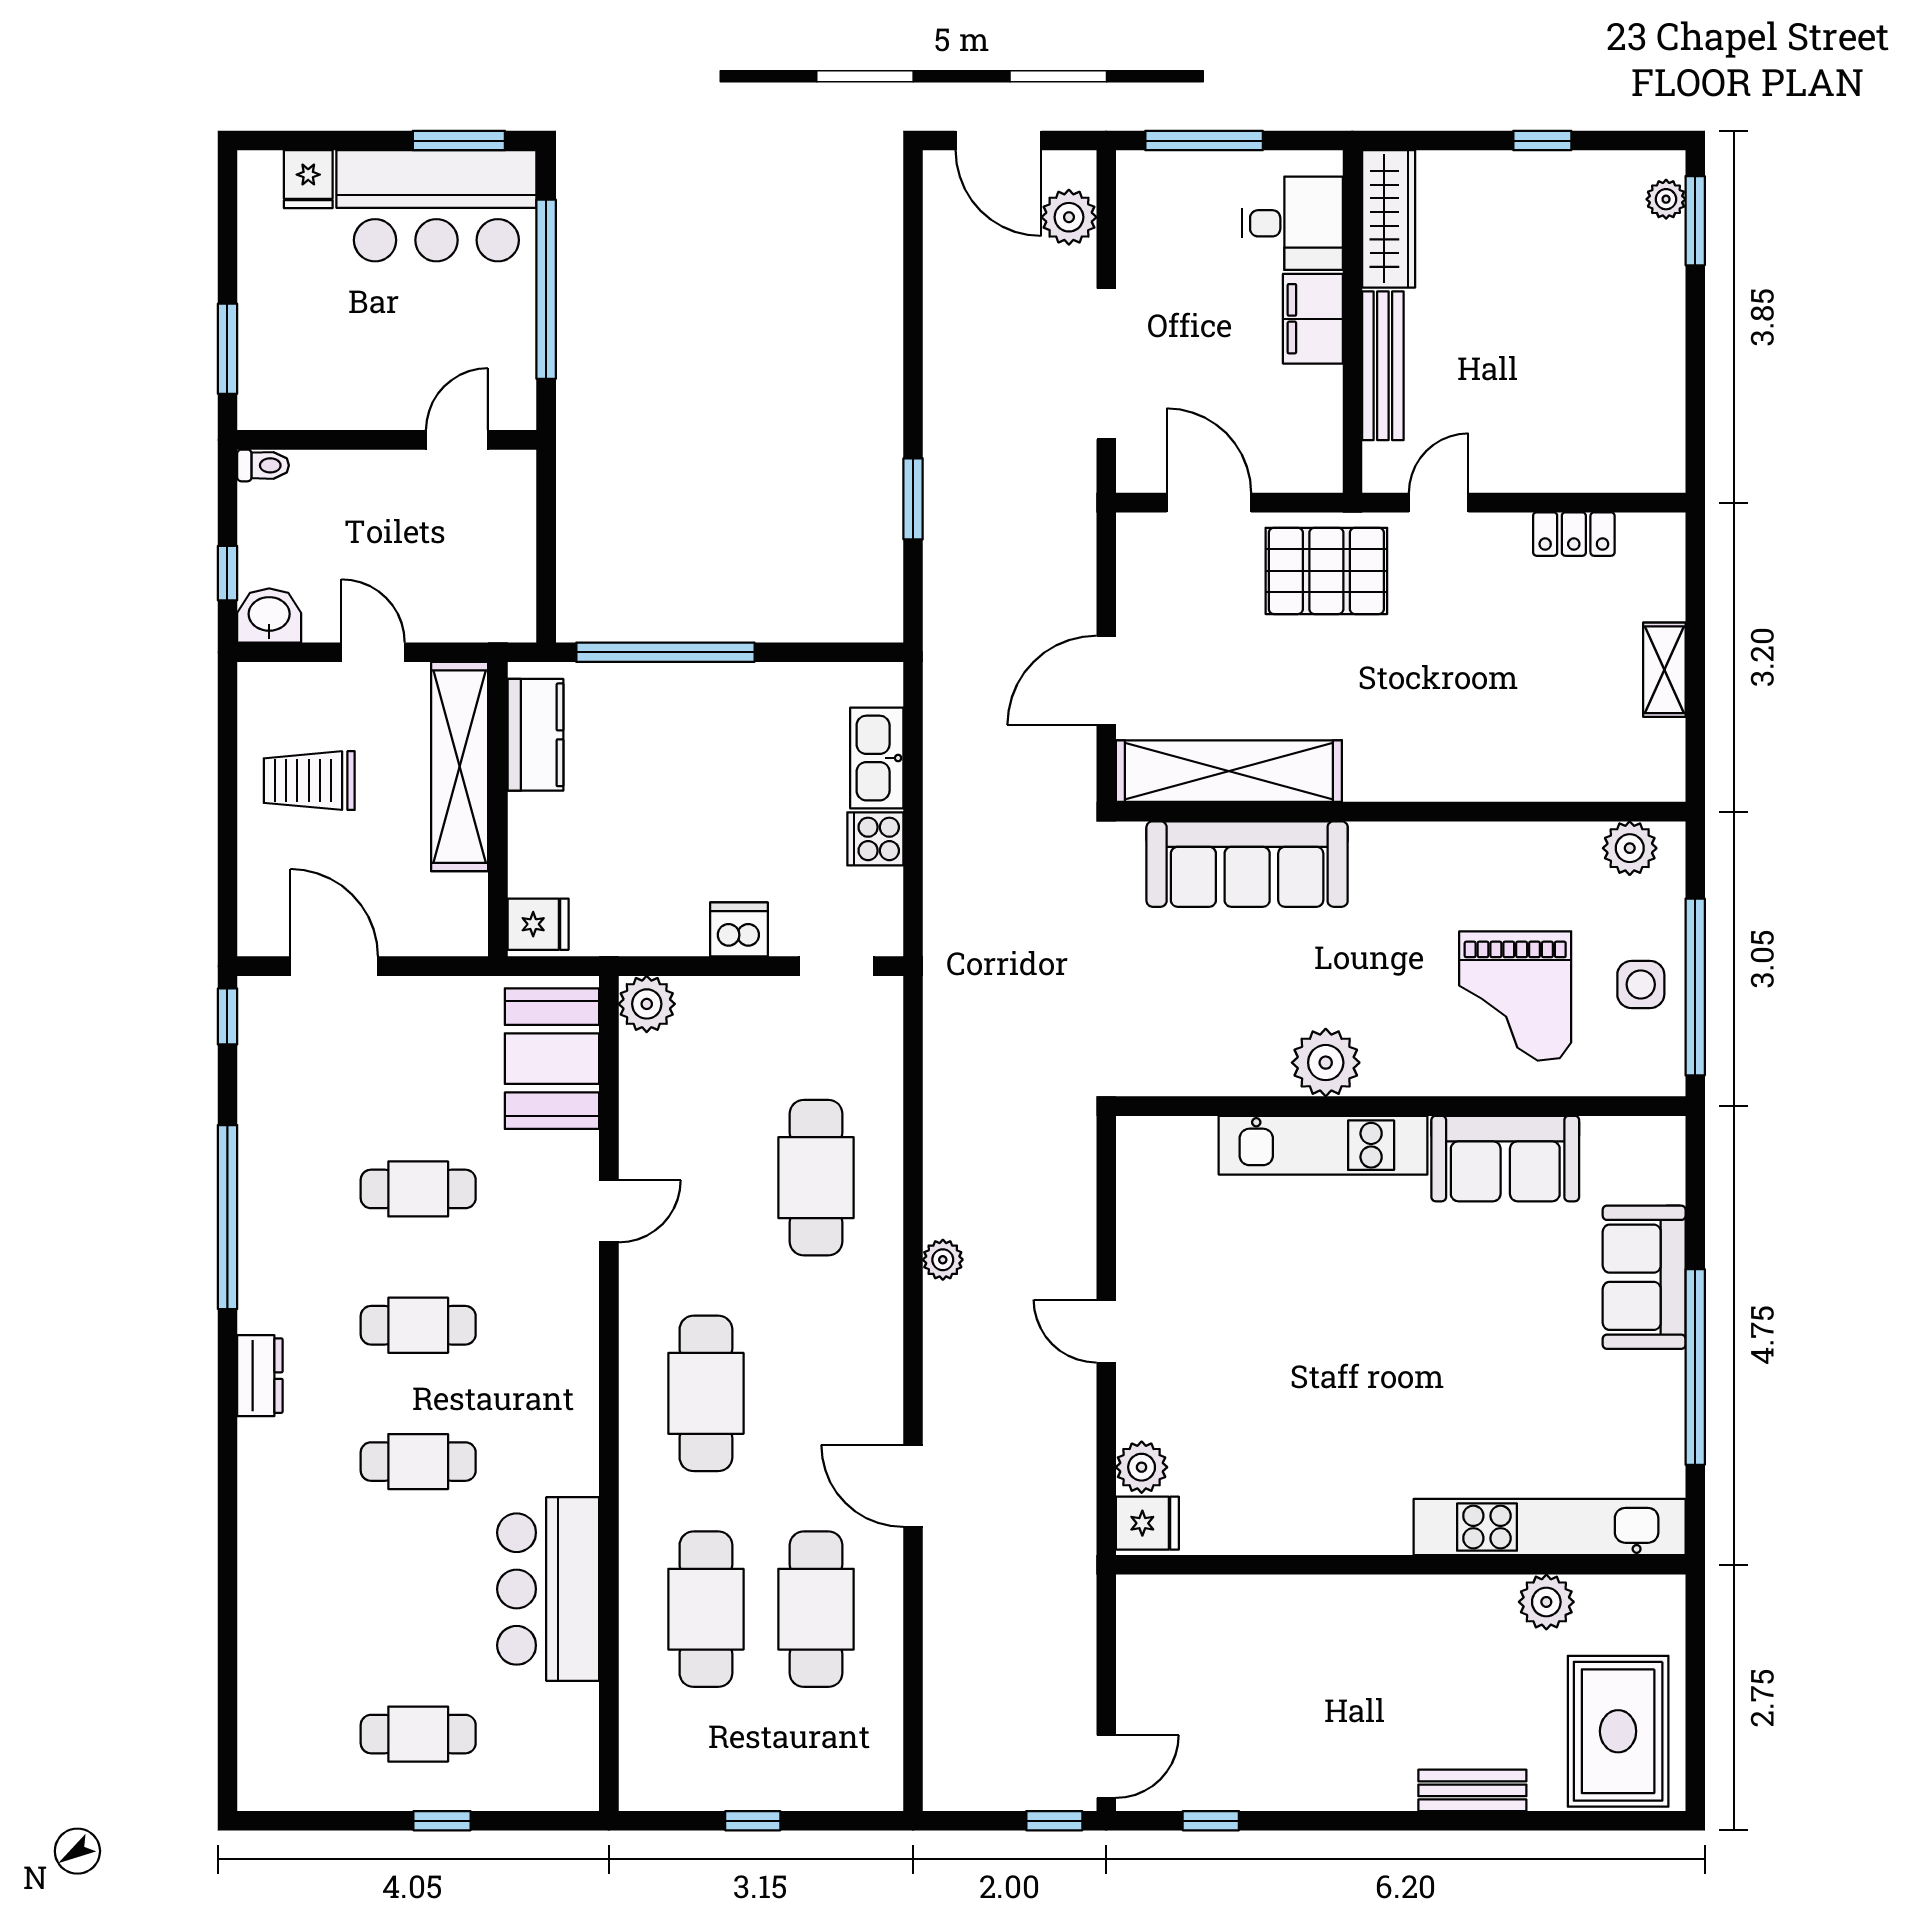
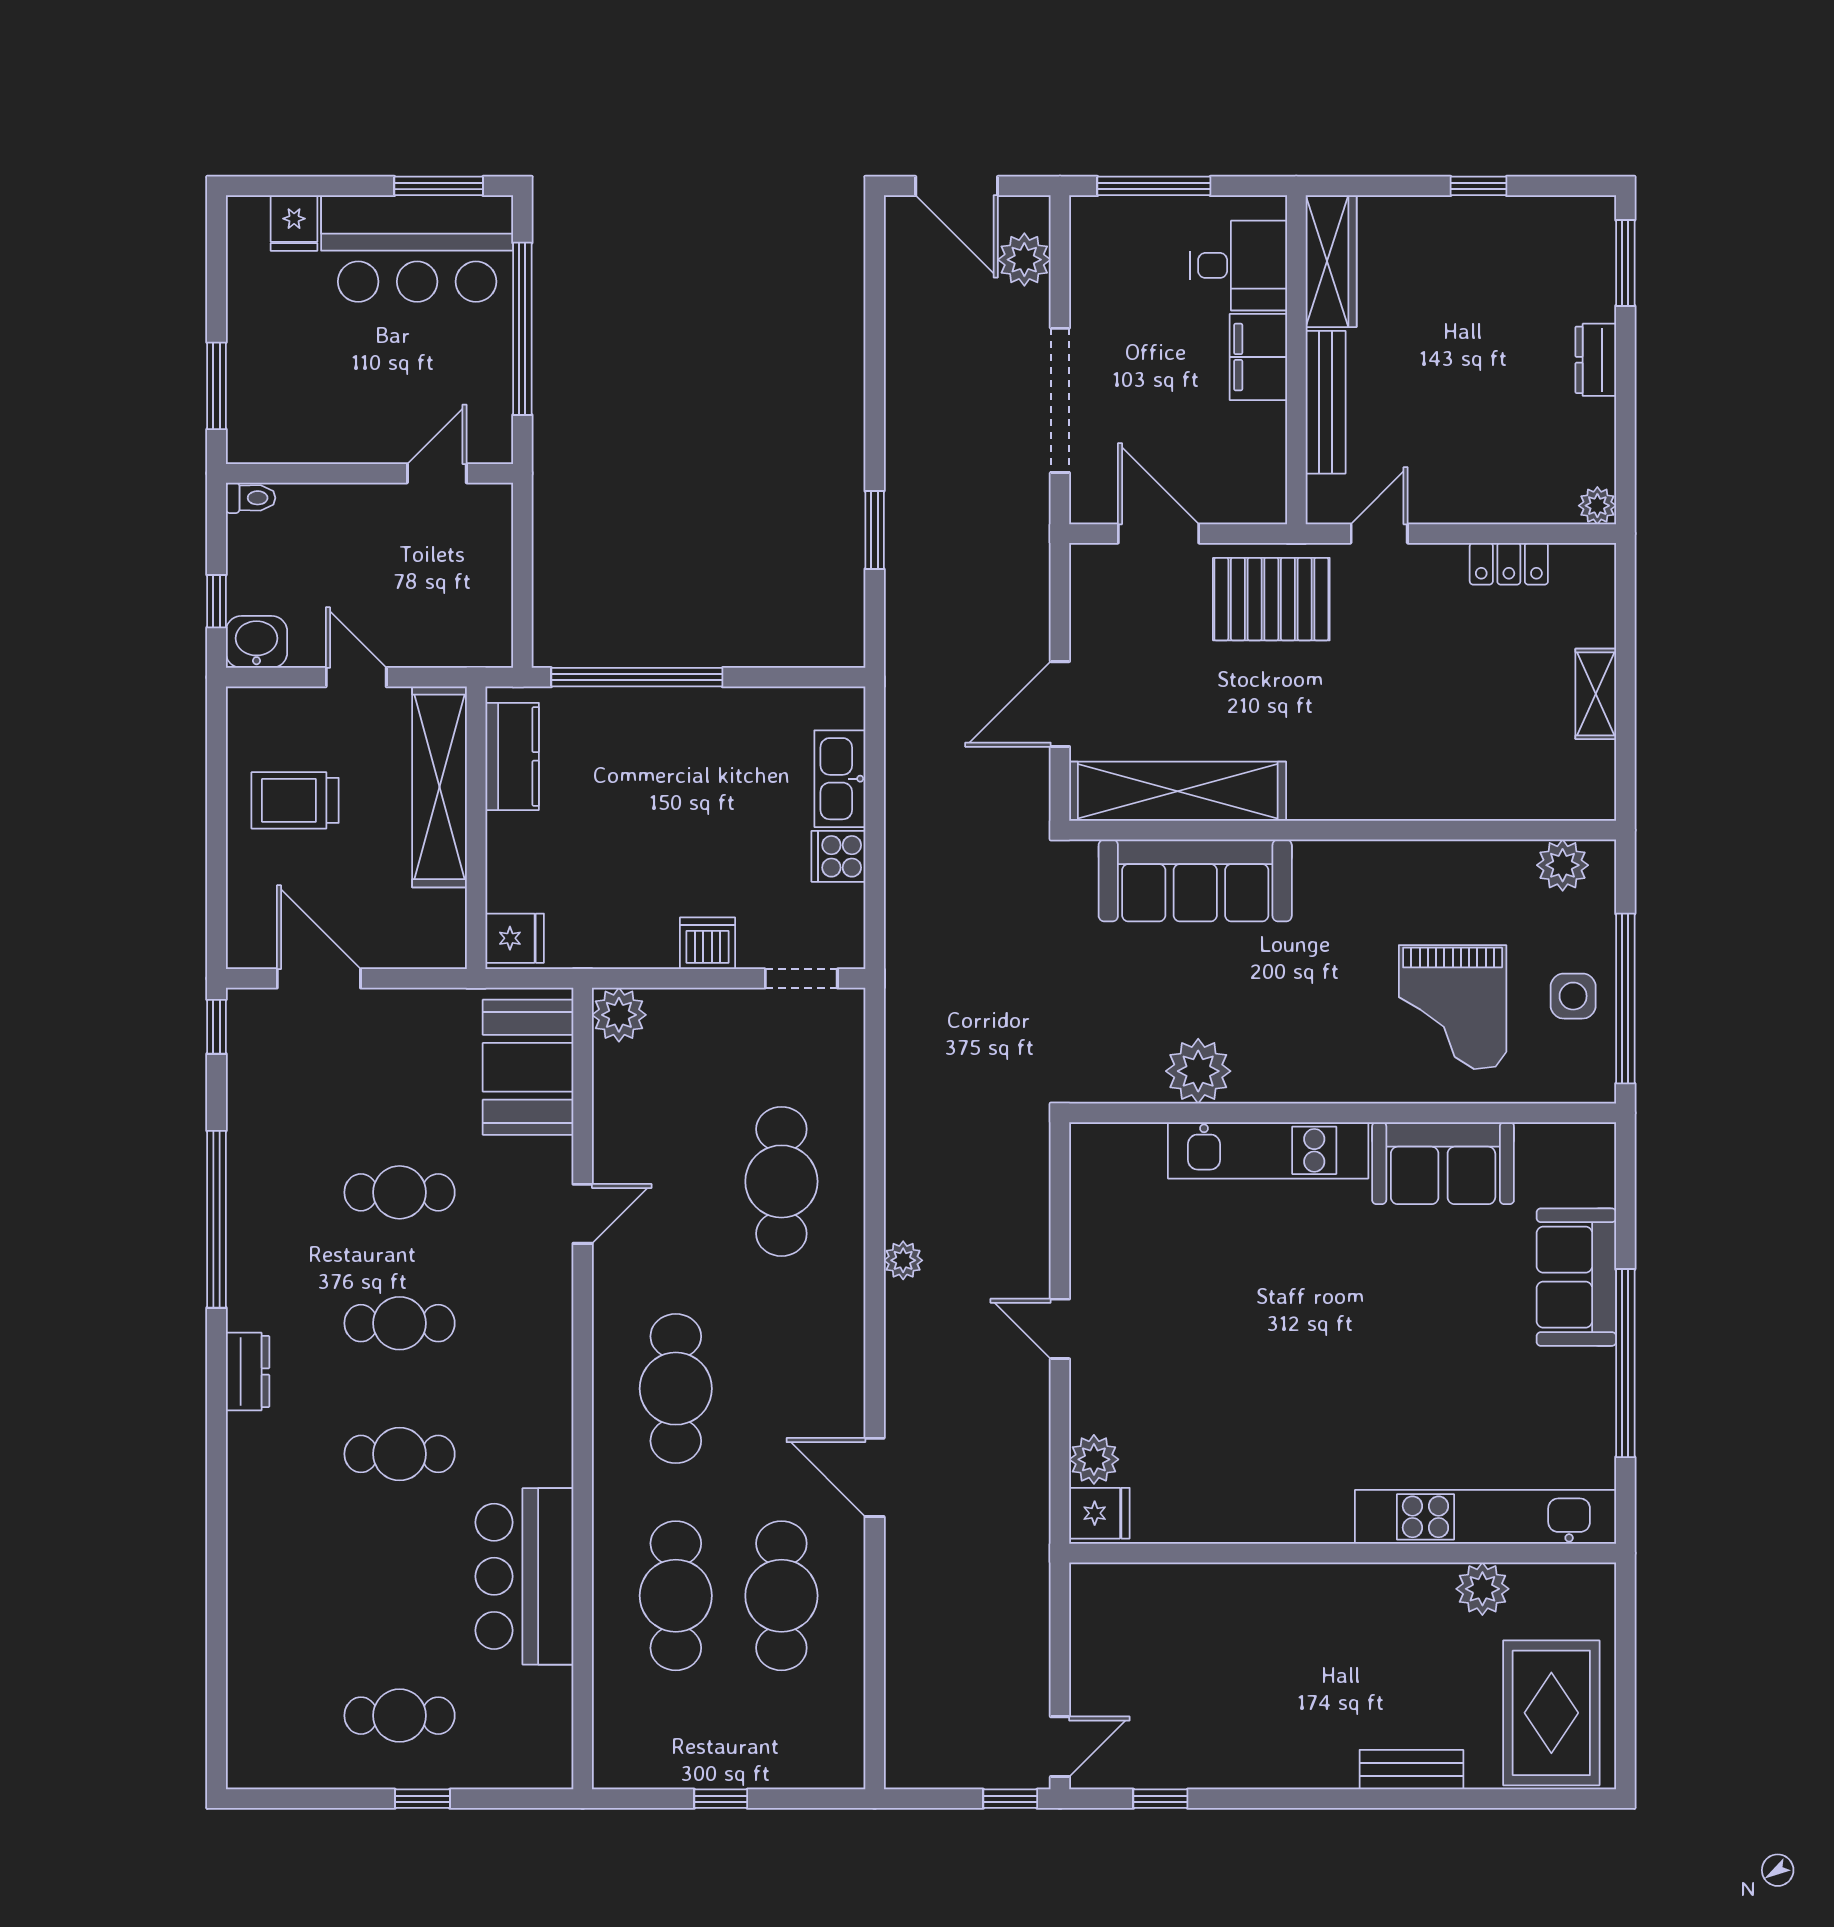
plant: (1666, 199) -> (1597, 506), moved
dresser: (1664, 322) -> (1596, 360), added
plant: (1326, 1063) -> (1198, 1071), moved

